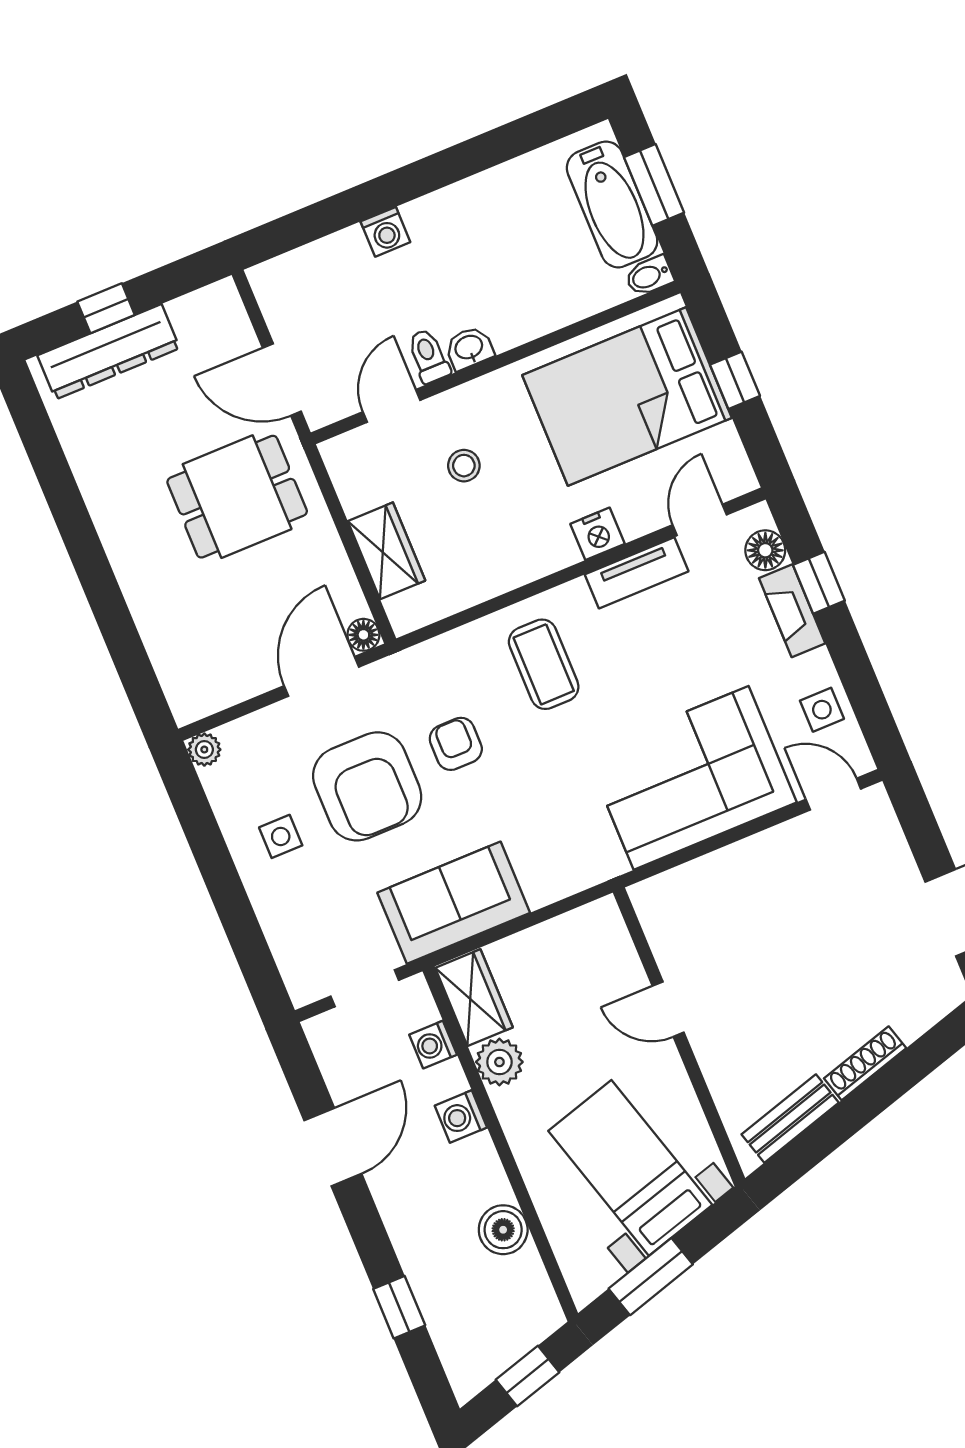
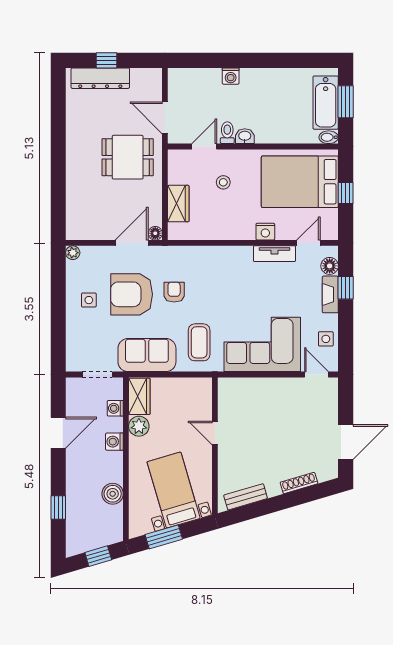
coffee table: (544, 664) -> (199, 342), moved
armchair: (367, 786) -> (132, 294), turned 90
shoe rack: (865, 1063) -> (299, 483), moved

